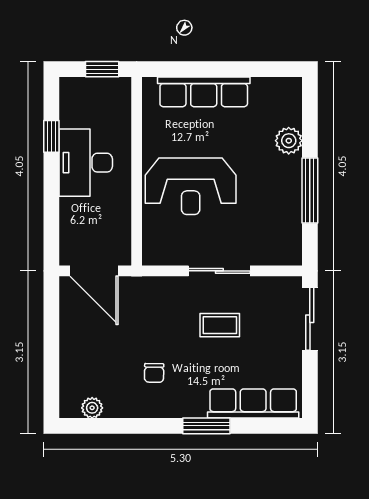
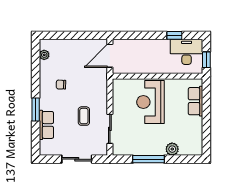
row of seats: (204, 92) -> (196, 101), width x0.68
desk: (86, 163) -> (187, 52), moved
sliding door: (219, 271) -> (110, 129), moved
sliding door: (310, 319) -> (77, 159), moved
row of seats: (253, 404) -> (46, 125), width x0.68

